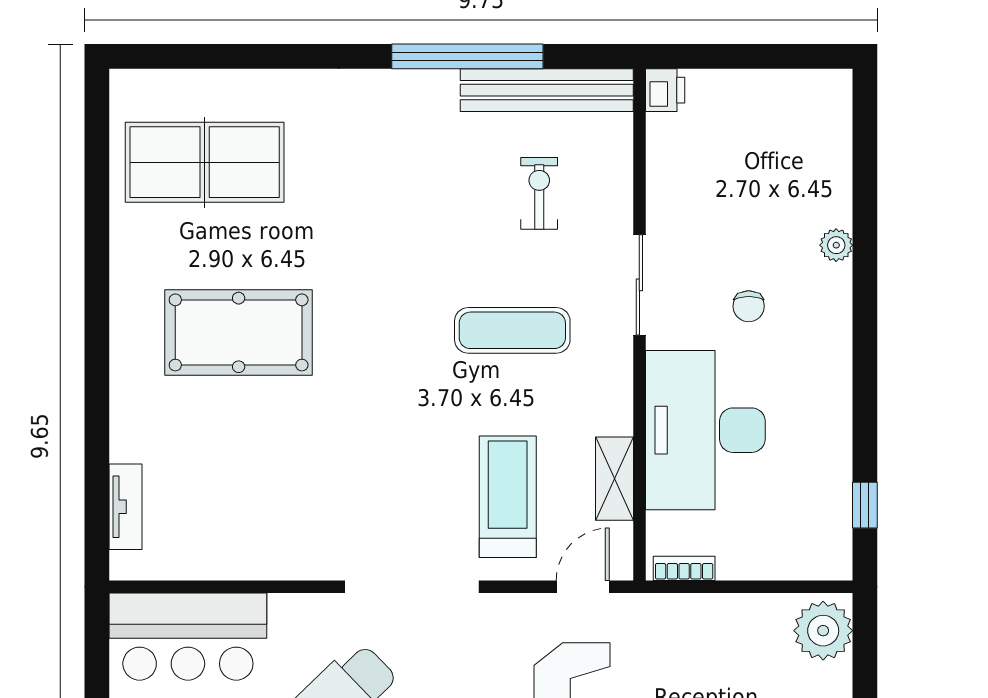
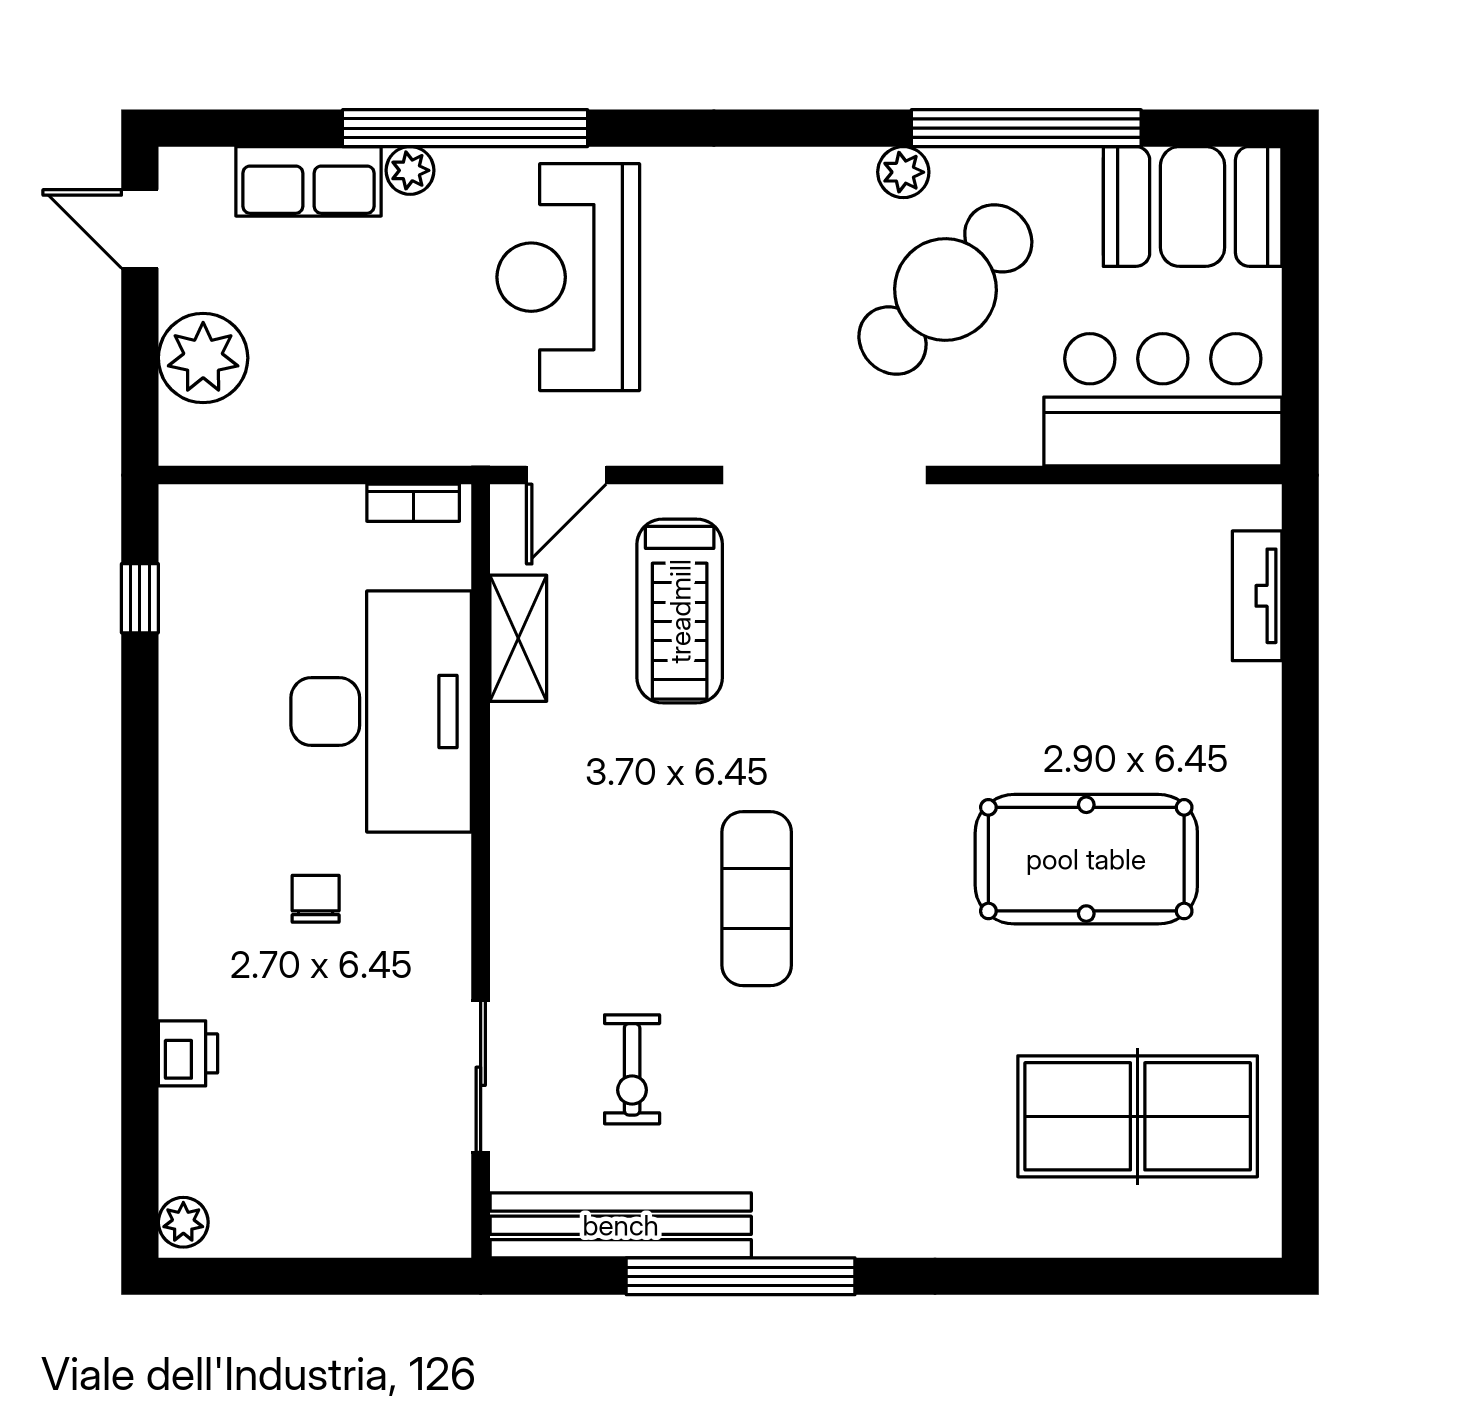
printer: (665, 90) -> (188, 1053), moved, turned 180
plant: (836, 245) -> (183, 1222), moved
sliding door: (639, 285) -> (481, 1076), moved
exercise mat: (512, 330) -> (757, 899), moved, turned 90
plant: (823, 631) -> (203, 358), moved

